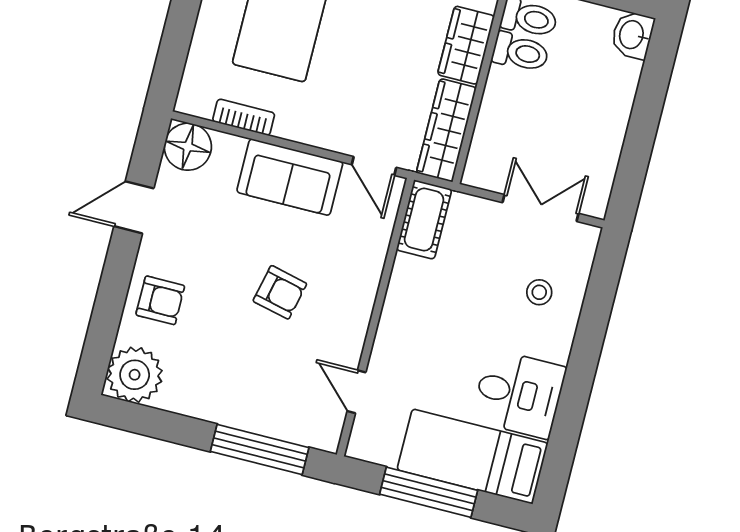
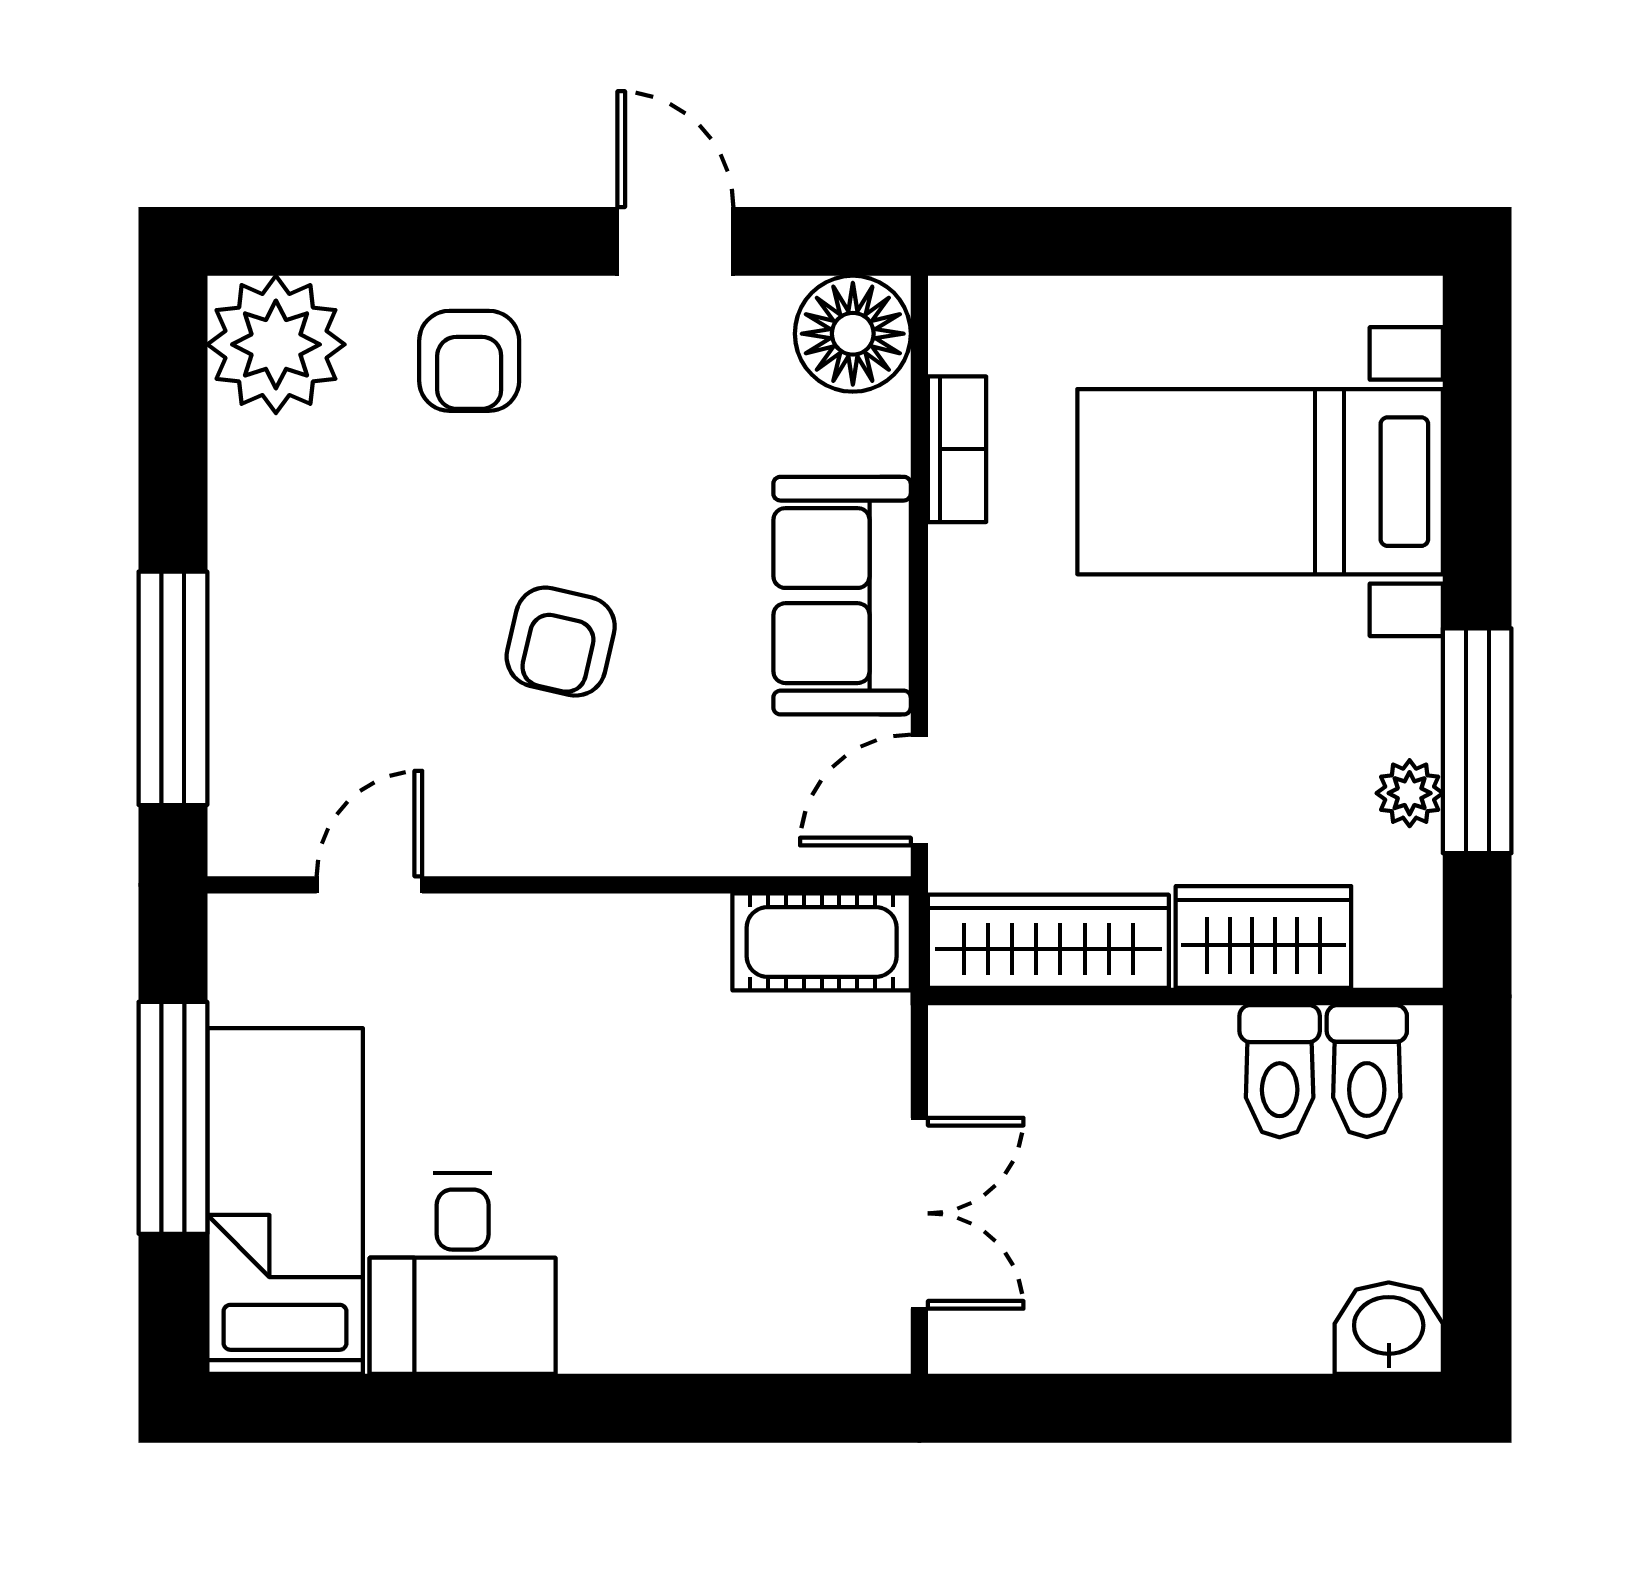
stool: (539, 292) -> (718, 1261), removed

